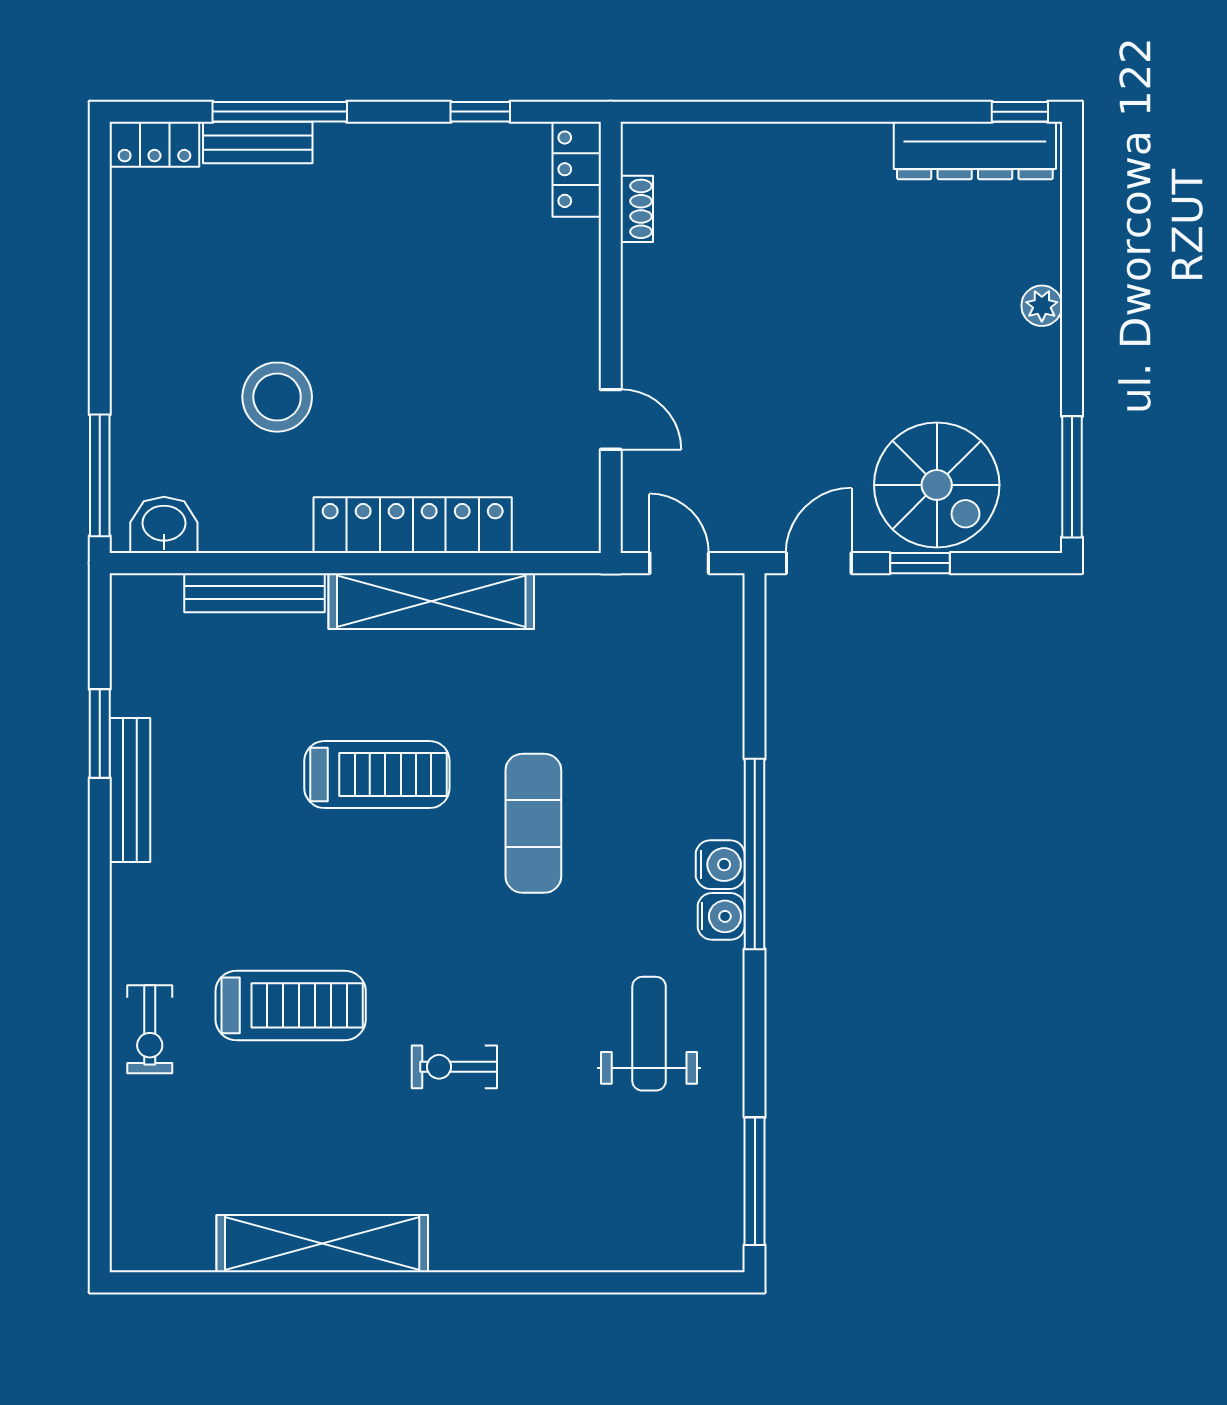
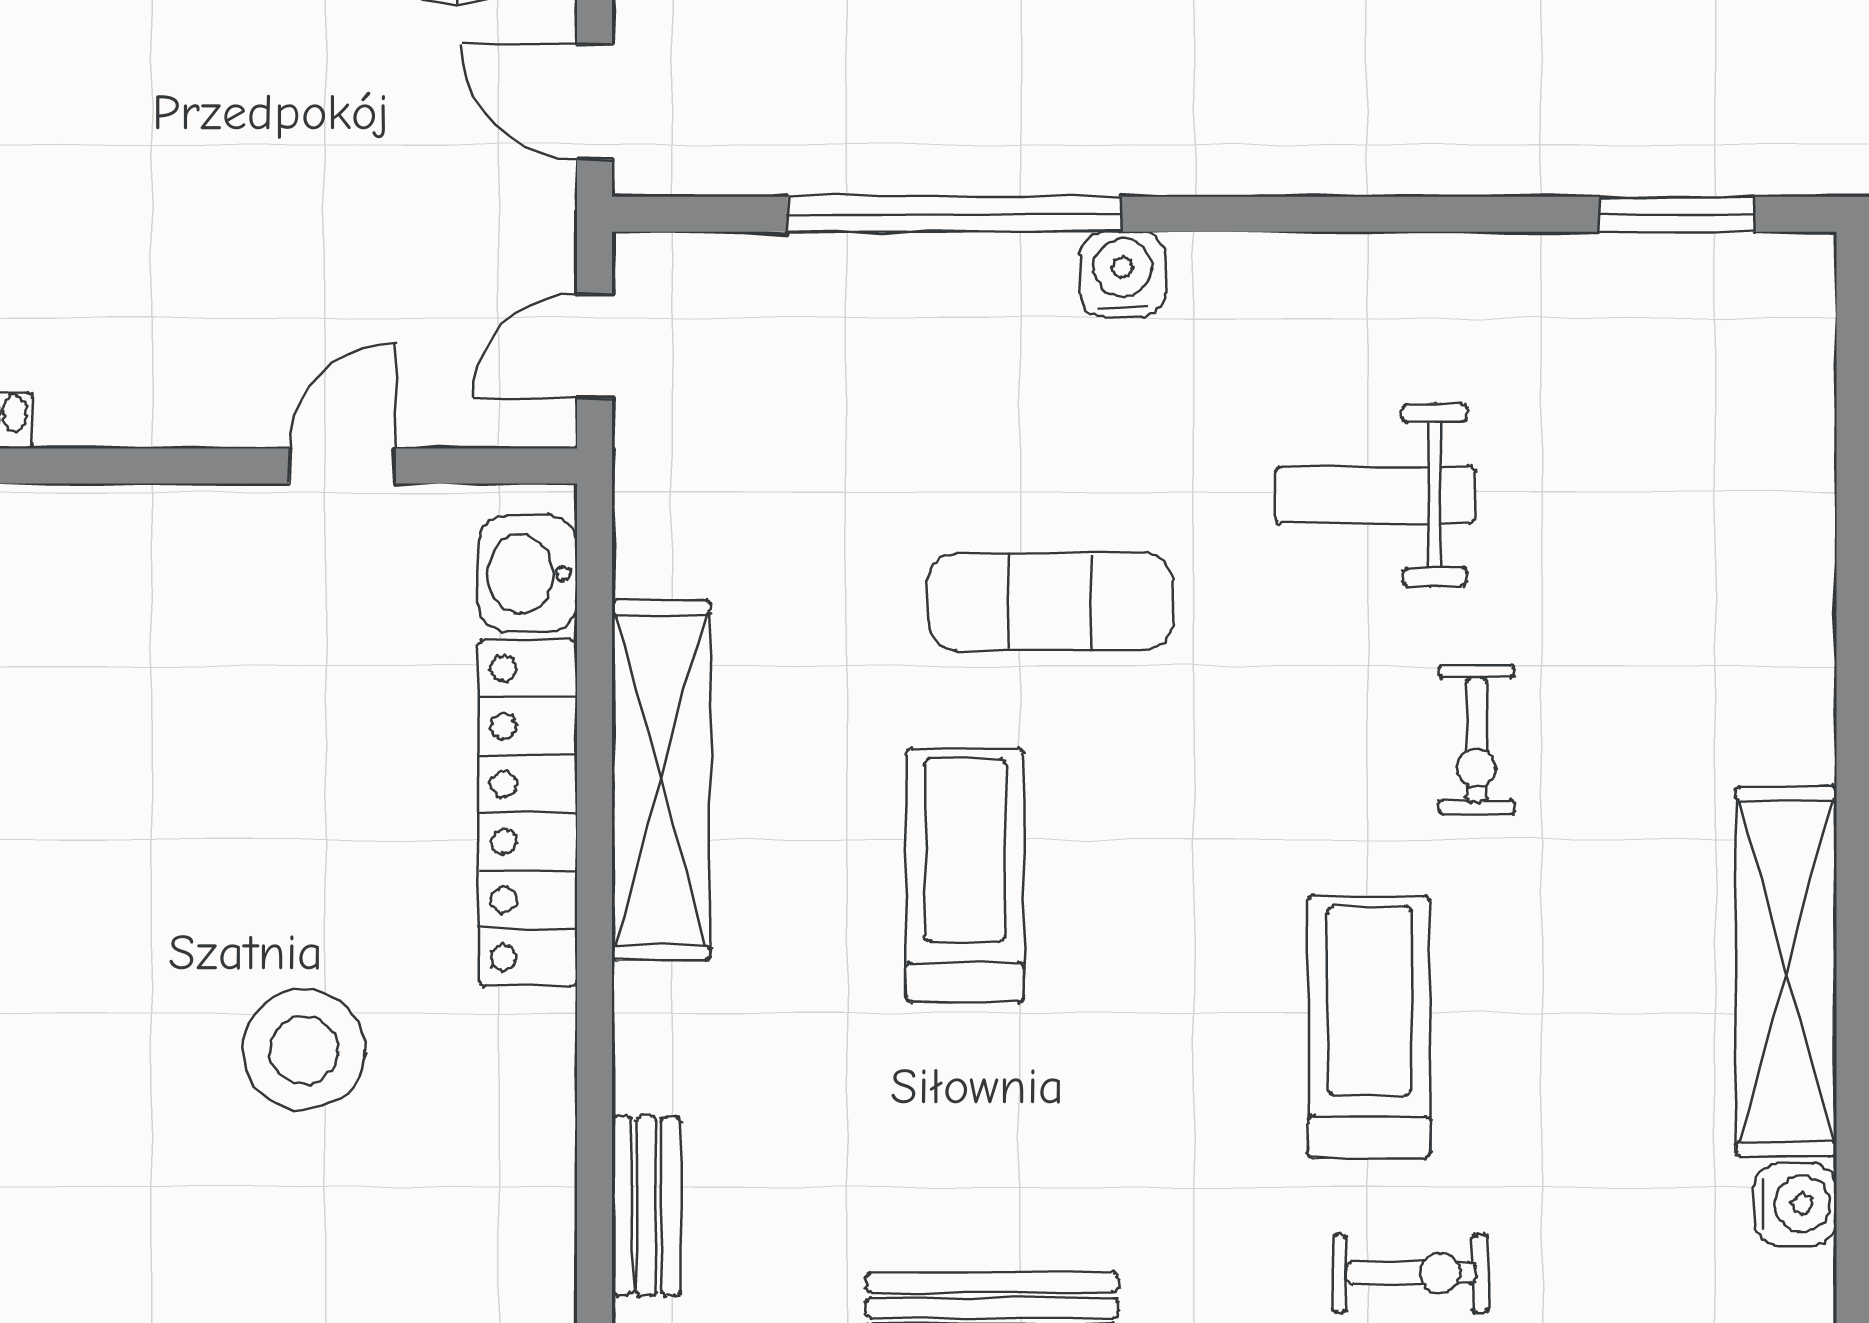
washbasin: (164, 525) -> (528, 574), moved
bench: (254, 593) -> (646, 1206), moved, width x0.73
window: (755, 854) -> (954, 214), moved
water cooler: (721, 916) -> (1796, 1204), moved, turned 90
weight bench: (649, 1034) -> (1375, 495), moved
window: (755, 1181) -> (1677, 214), width x0.69

